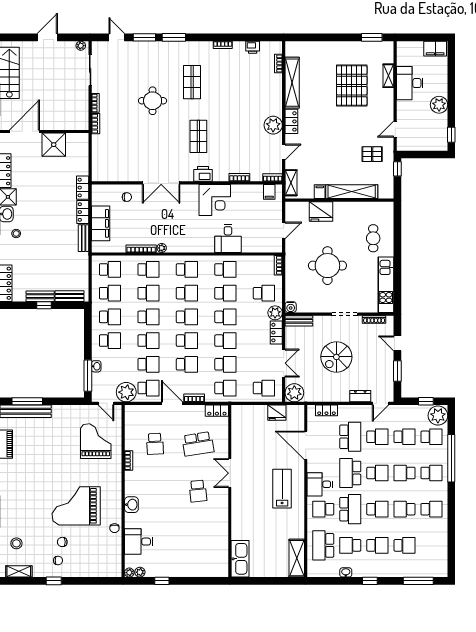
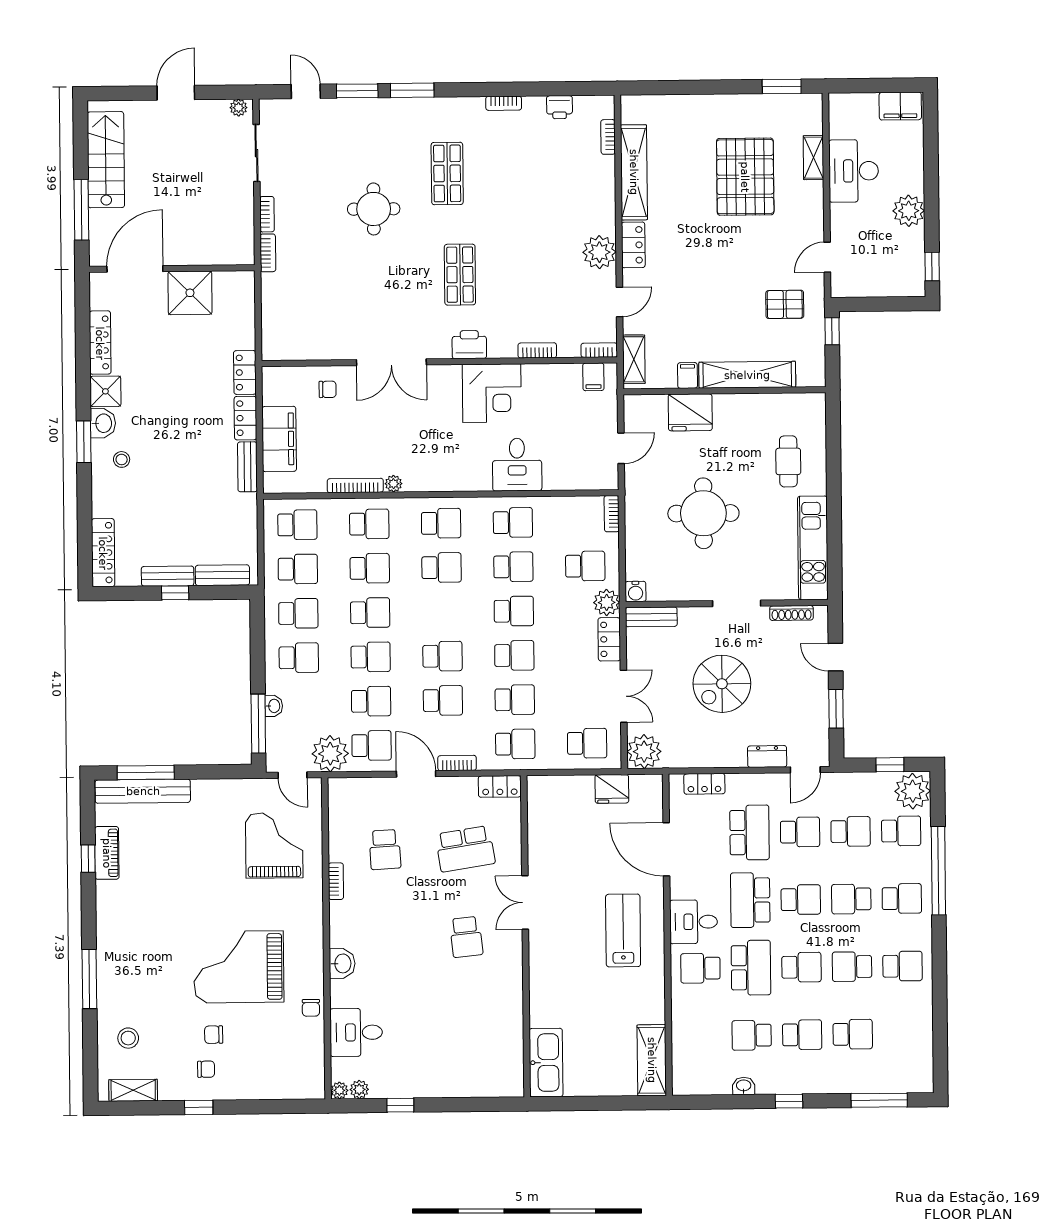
school desk: (187, 317) -> (442, 612), removed
school desk: (323, 545) -> (701, 1036), removed

